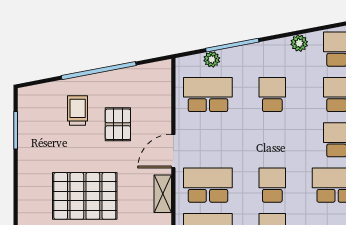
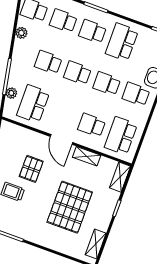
pallet: (118, 124) -> (31, 169), turned 90
school desk: (272, 140) -> (77, 73), added
school desk: (208, 185) -> (92, 125), width x0.54

